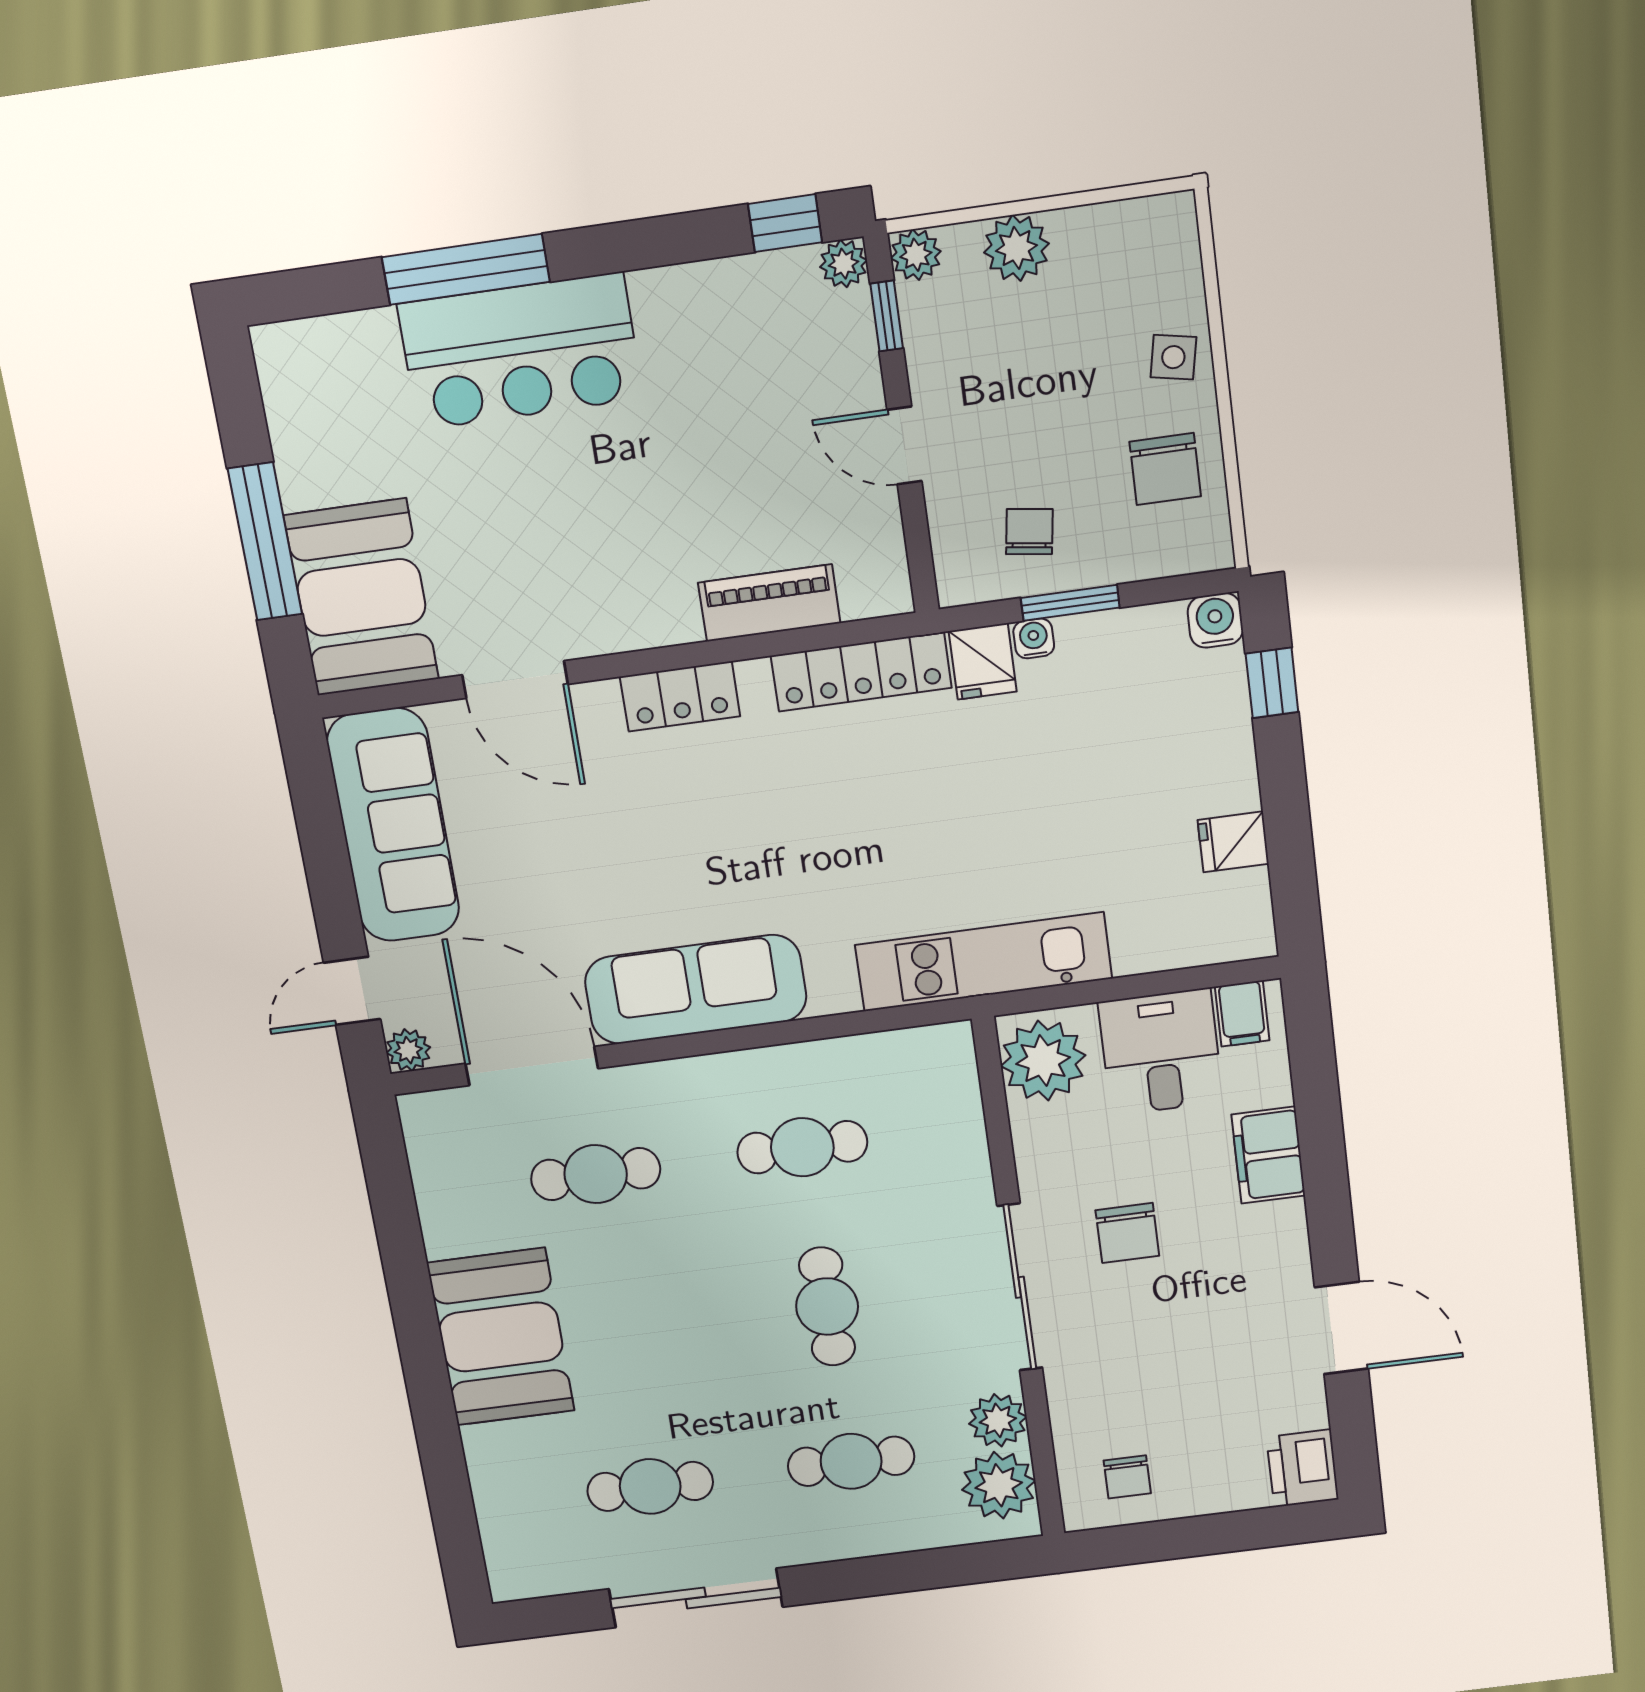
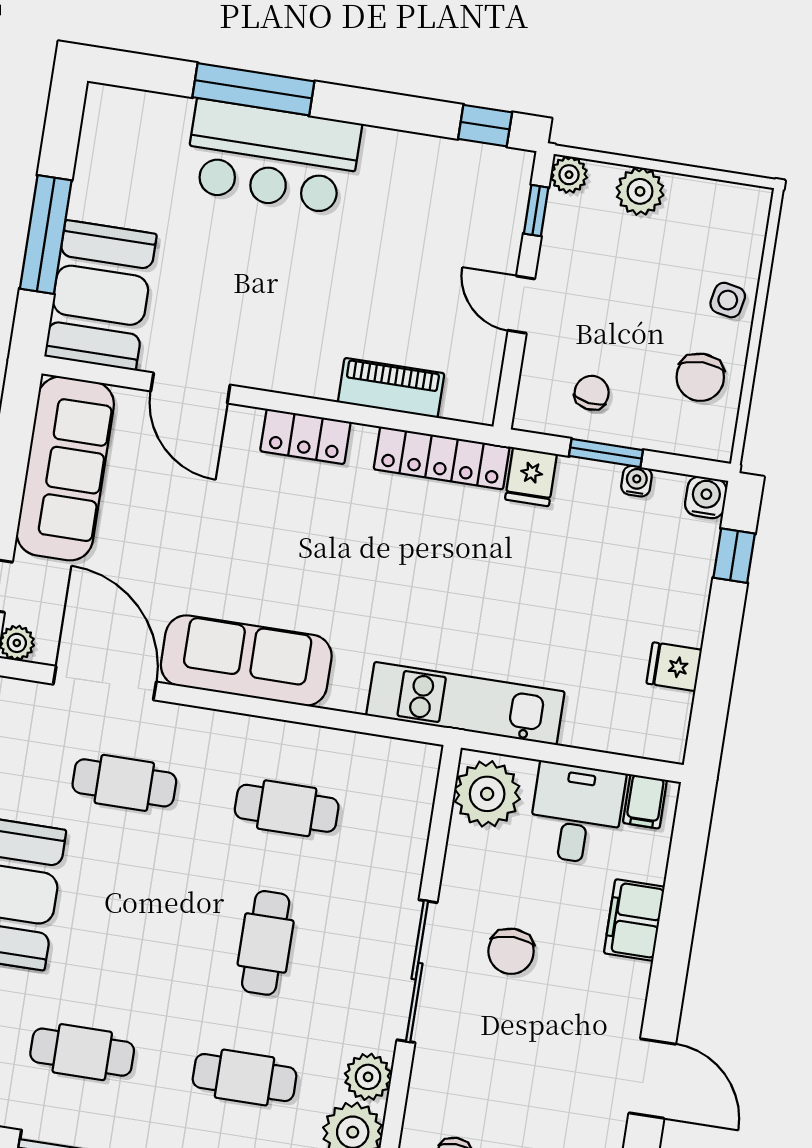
plant: (843, 264) -> (517, 165), removed
water cooler: (1034, 638) -> (636, 481), moved

